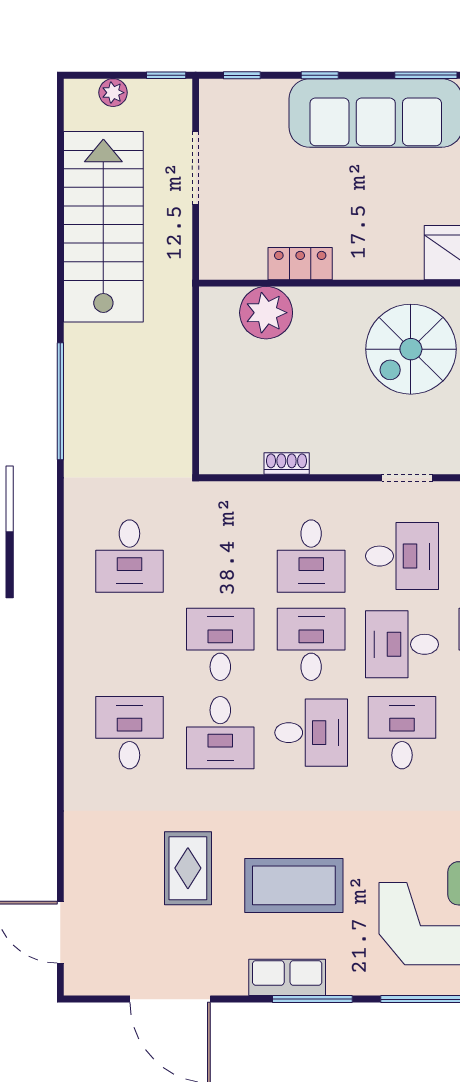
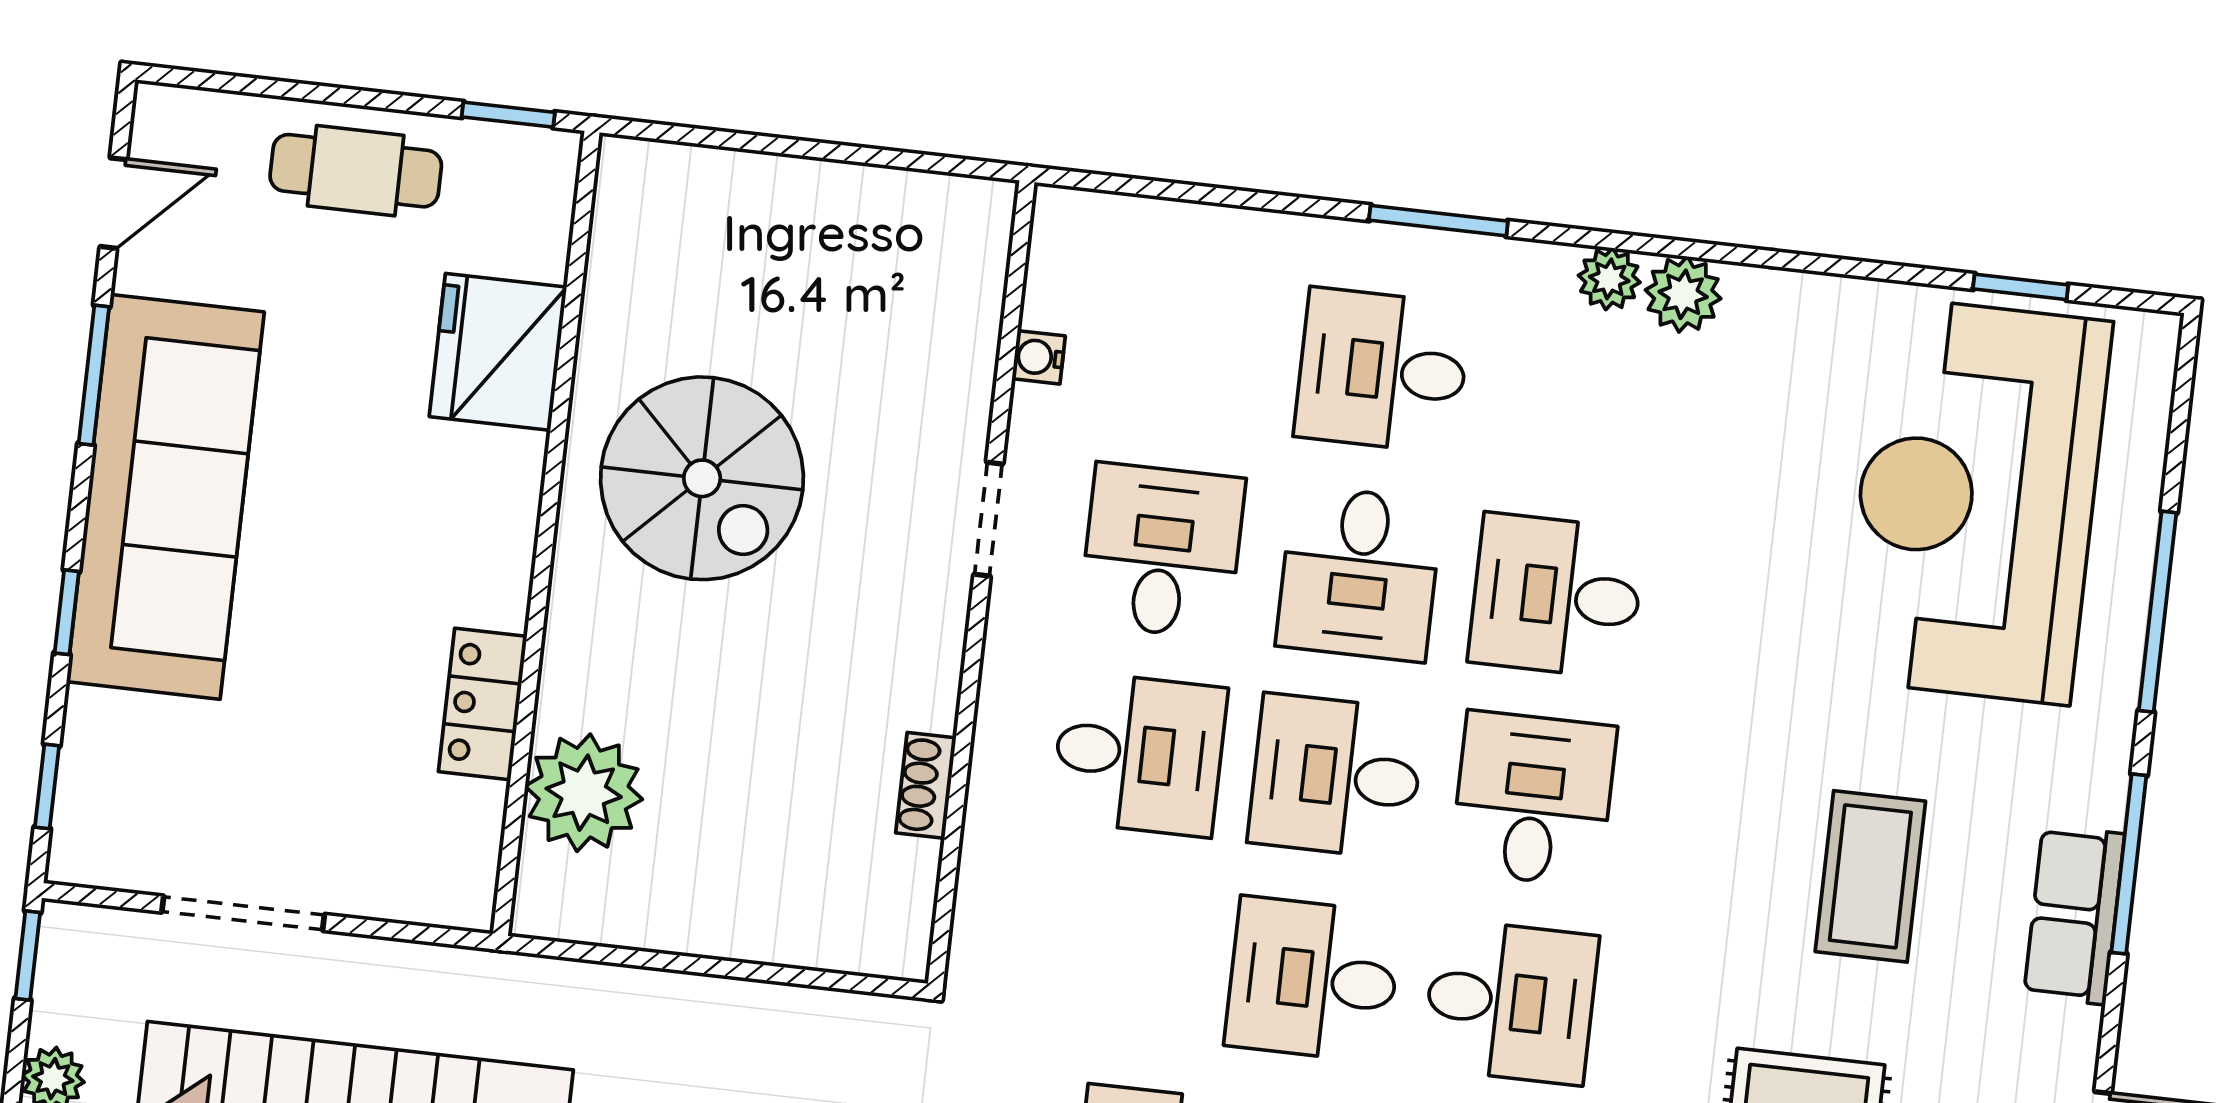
coffee table: (294, 885) -> (1870, 876), width x0.73, depth x0.76

